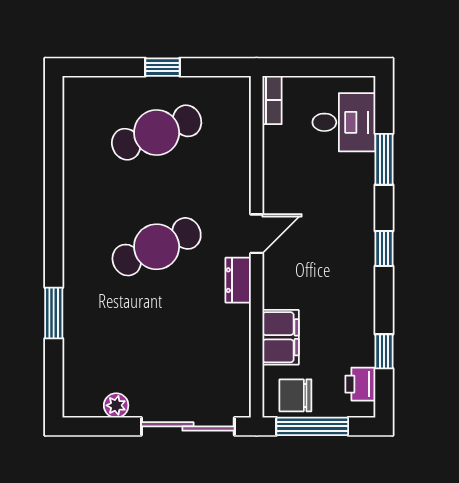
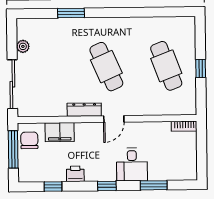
desk: (344, 122) -> (132, 164), moved
door: (257, 234) -> (114, 119), hinge flipped
dresser: (238, 280) -> (84, 110), width x1.44
printer: (360, 384) -> (75, 174), moved

